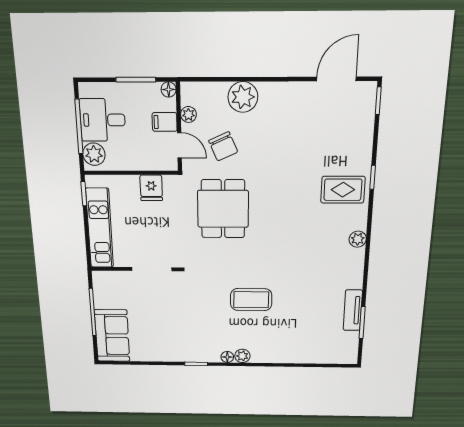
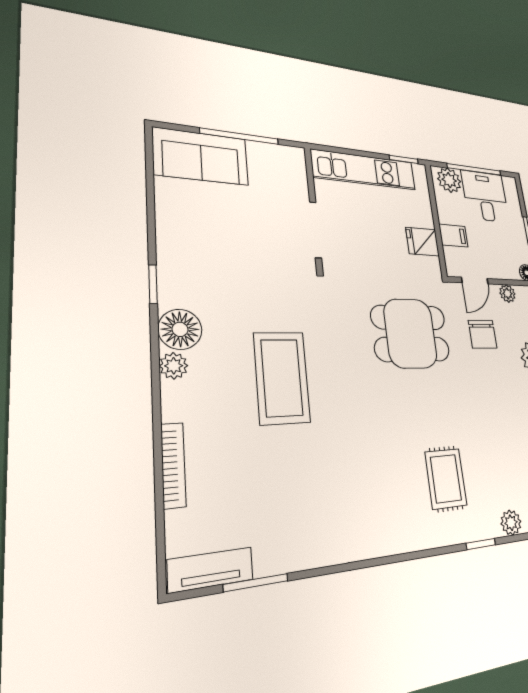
filing cabinet: (165, 122) -> (453, 236), moved, turned 90
chair: (223, 146) -> (483, 334), turned -66
rug: (343, 190) -> (446, 479), moved
plant: (358, 239) -> (511, 523), moved
coffee table: (251, 300) -> (282, 378), width x1.36, depth x1.32
tv unit: (353, 310) -> (211, 570), moved
floor lamp: (227, 357) -> (180, 329), width x1.89, depth x1.89
bookcase: (295, 358) -> (173, 465), added

